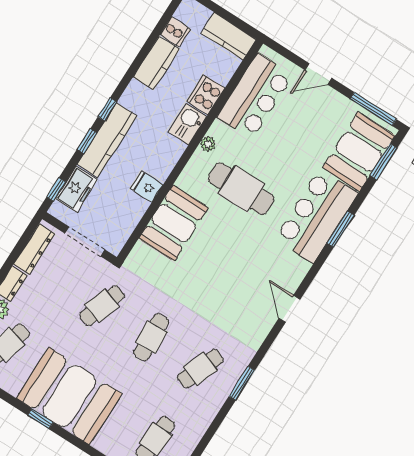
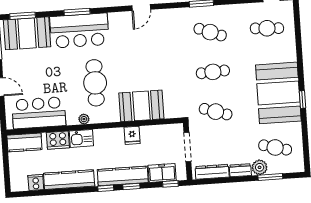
kitchen counter: (229, 36) -> (24, 142), moved, turned 90
kitchen counter: (156, 63) -> (69, 180), width x1.50

